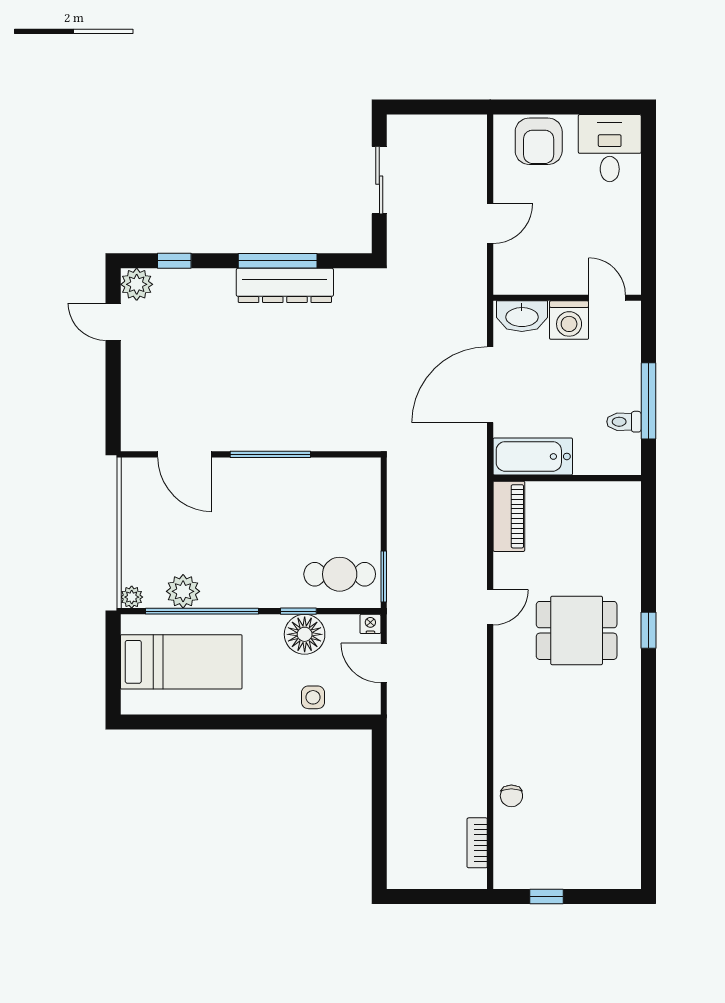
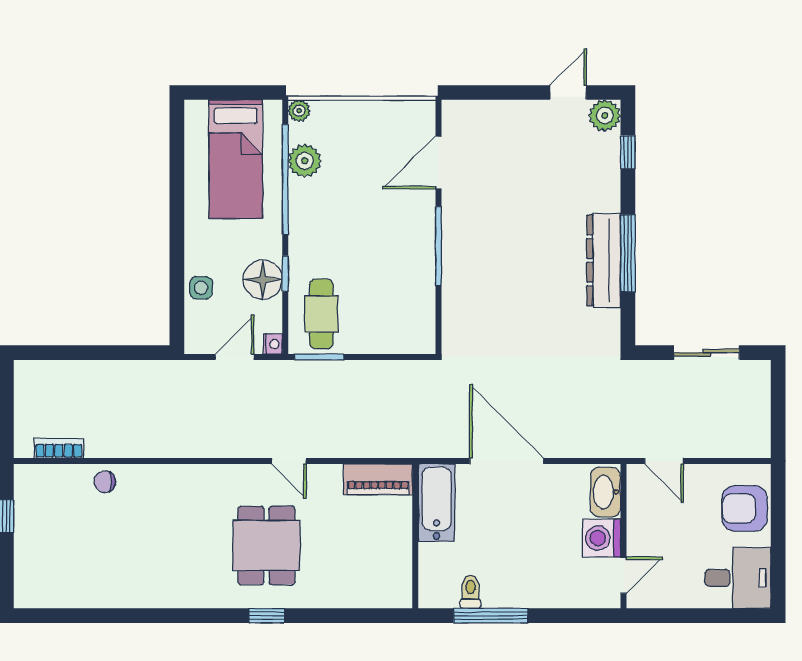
wall: (567, 298) -> (623, 536), moved
door: (607, 298) -> (623, 575), moved
washbasin: (522, 316) -> (605, 492), moved
washing machine: (569, 320) -> (602, 538), moved

